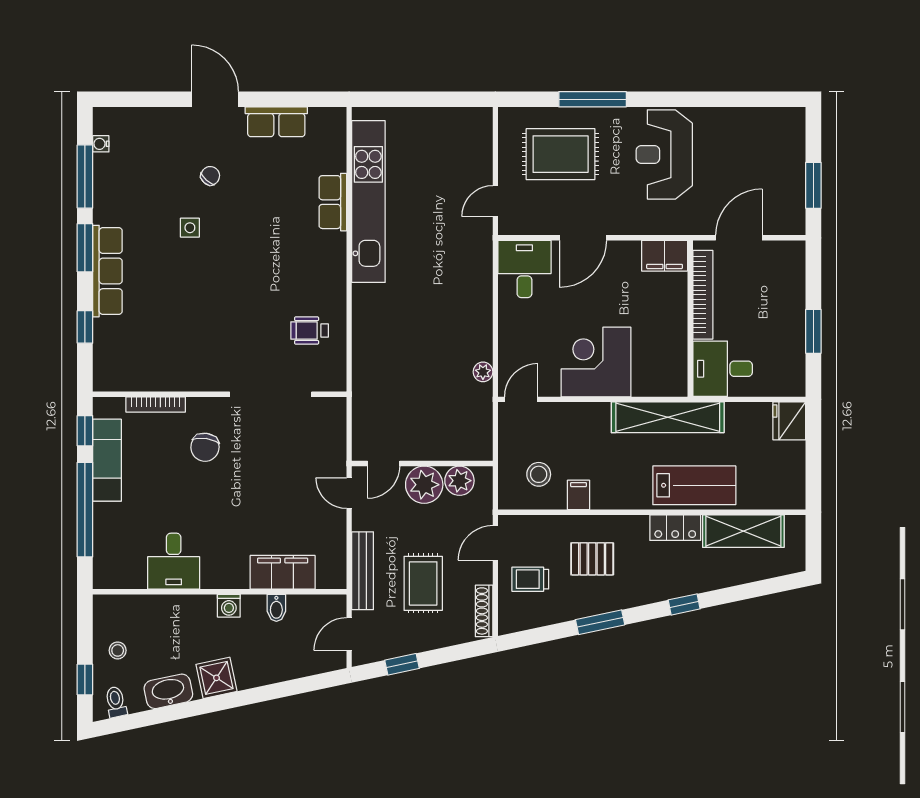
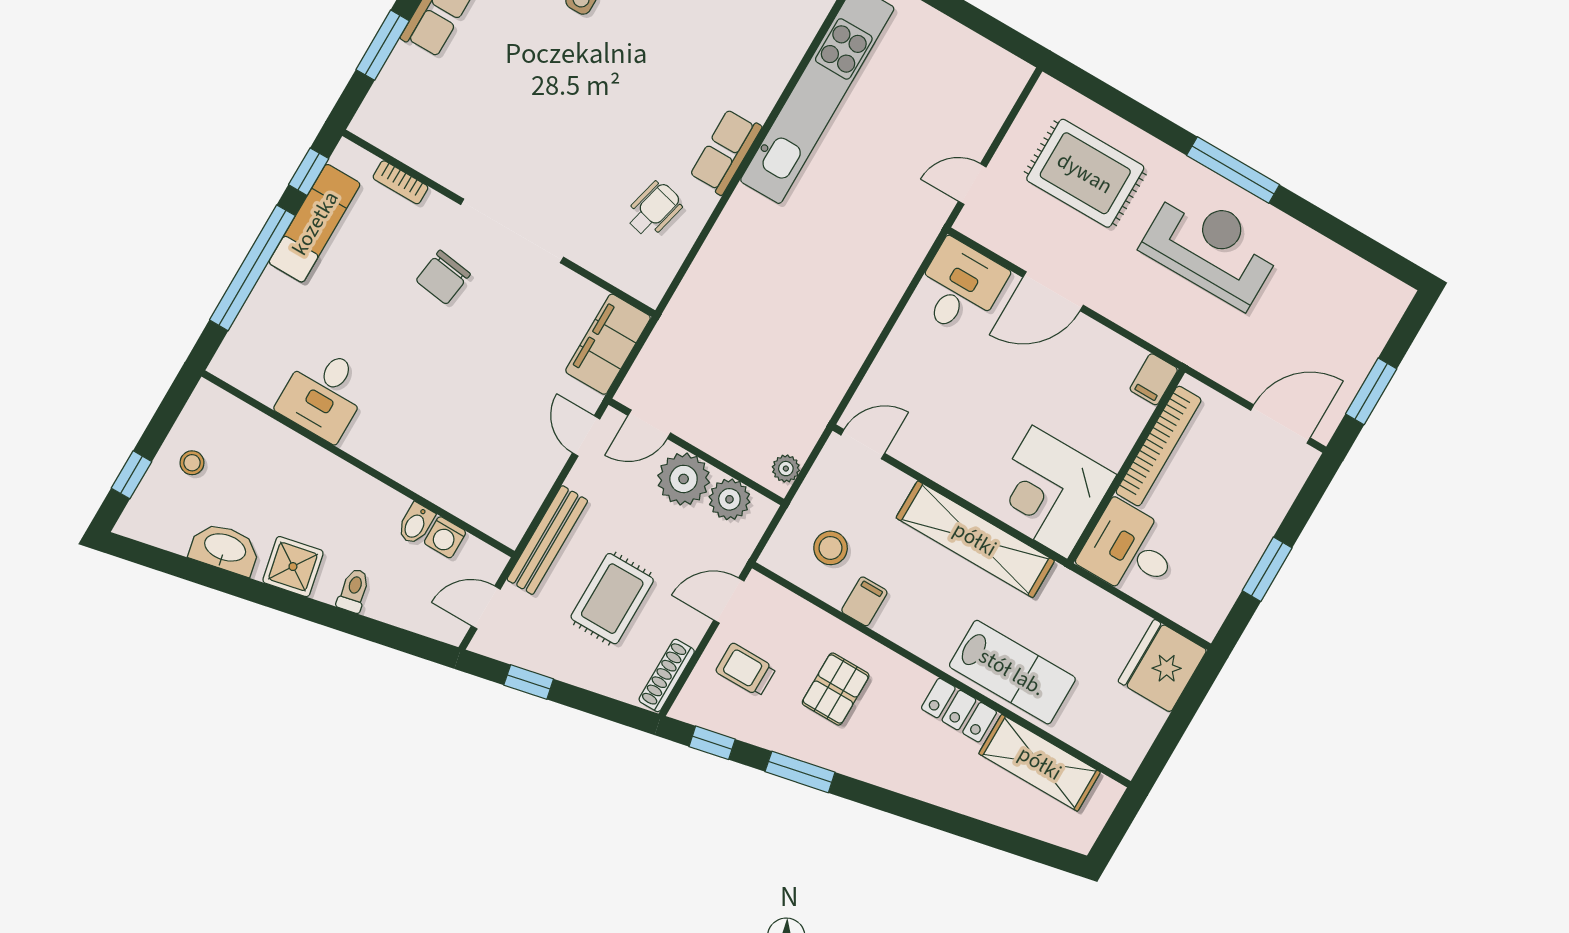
window: (593, 99) -> (1233, 170), moved
reception desk: (664, 154) -> (1211, 247), turned 90
row of seats: (333, 202) -> (726, 152), moved
door: (739, 238) -> (1280, 424), moved
filing cabinet: (665, 256) -> (1154, 379), width x0.50
window: (85, 327) -> (383, 45), width x1.50
wheelchair: (310, 330) -> (654, 210), turned 104
corner desk: (596, 362) -> (1050, 492), moved, turned -90
plant: (483, 372) -> (786, 469), moved
doorway: (271, 394) -> (512, 231), moved
bookcase: (156, 404) -> (400, 182), width x0.64
shelving: (668, 417) -> (975, 539), moved
fridge: (789, 421) -> (1162, 666), width x1.36, depth x1.34
pallet: (592, 559) -> (836, 689), turned 90
filing cabinet: (283, 572) -> (608, 344), moved, turned -90
window: (684, 604) -> (712, 743), moved
washing machine: (229, 606) -> (445, 537), moved
toilet: (116, 702) -> (354, 591), moved

